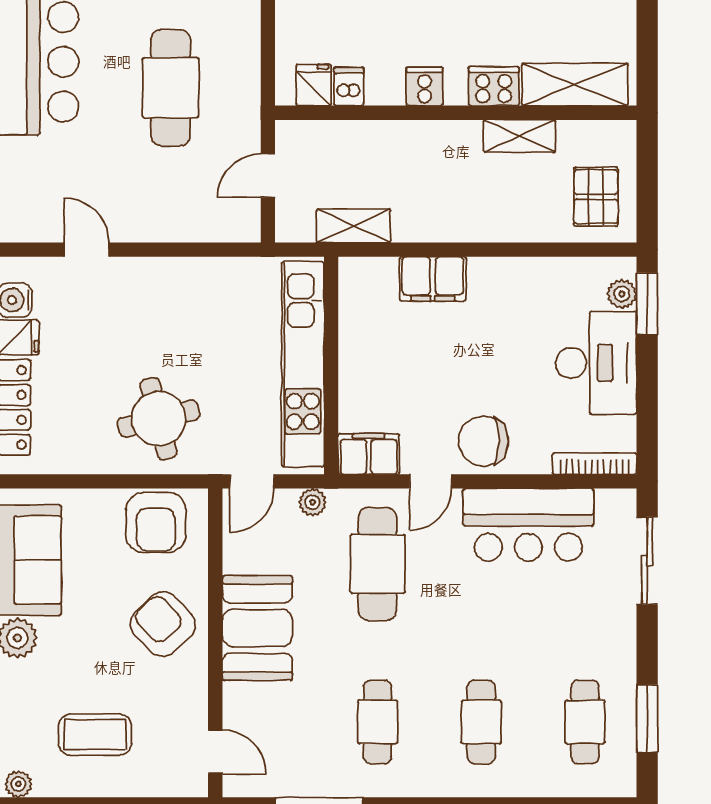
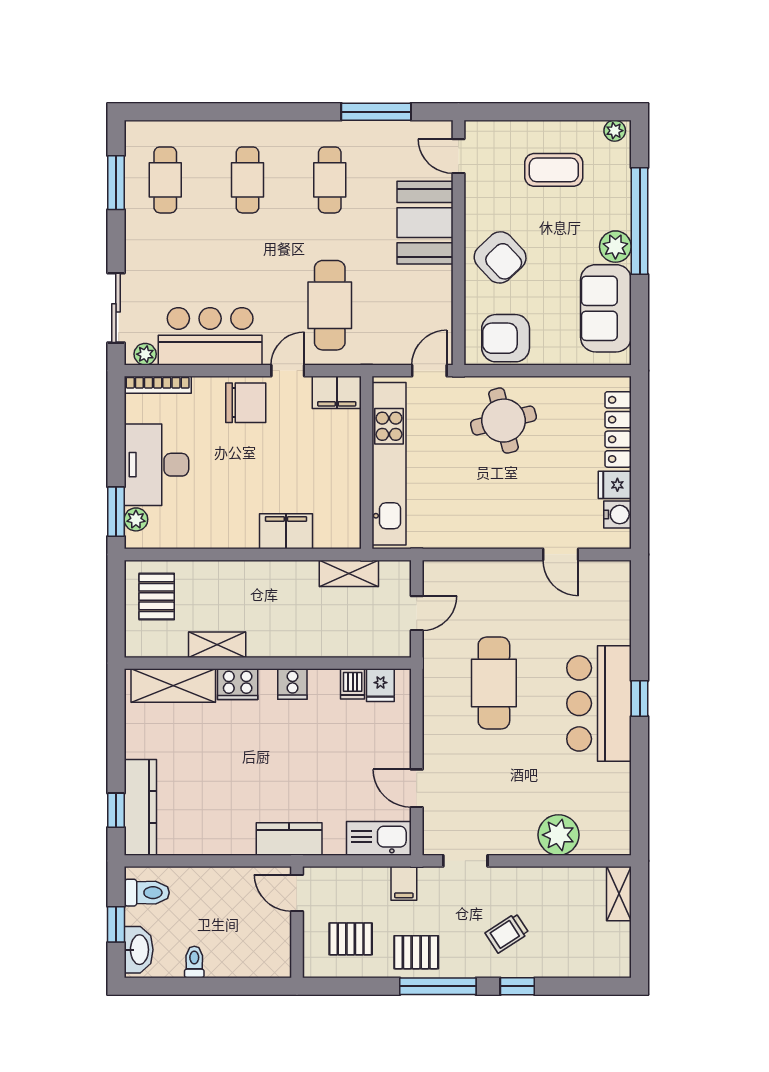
plant: (313, 502) -> (145, 354), moved
armchair: (156, 522) -> (506, 338), turned -90
booth: (257, 628) -> (425, 223), moved

